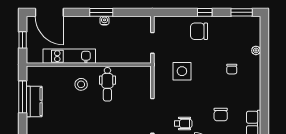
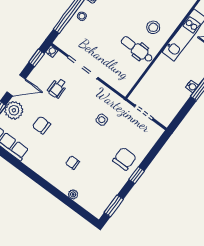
side table: (182, 71) -> (102, 120), width x0.54, depth x0.54

